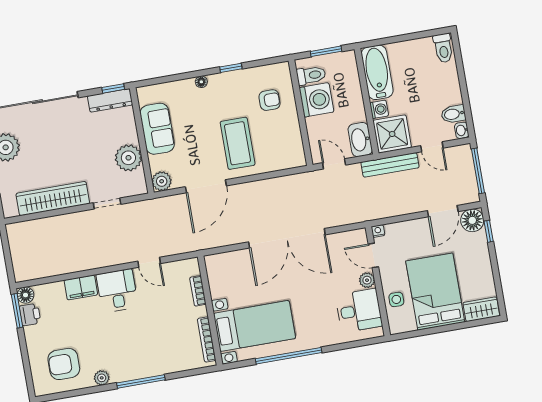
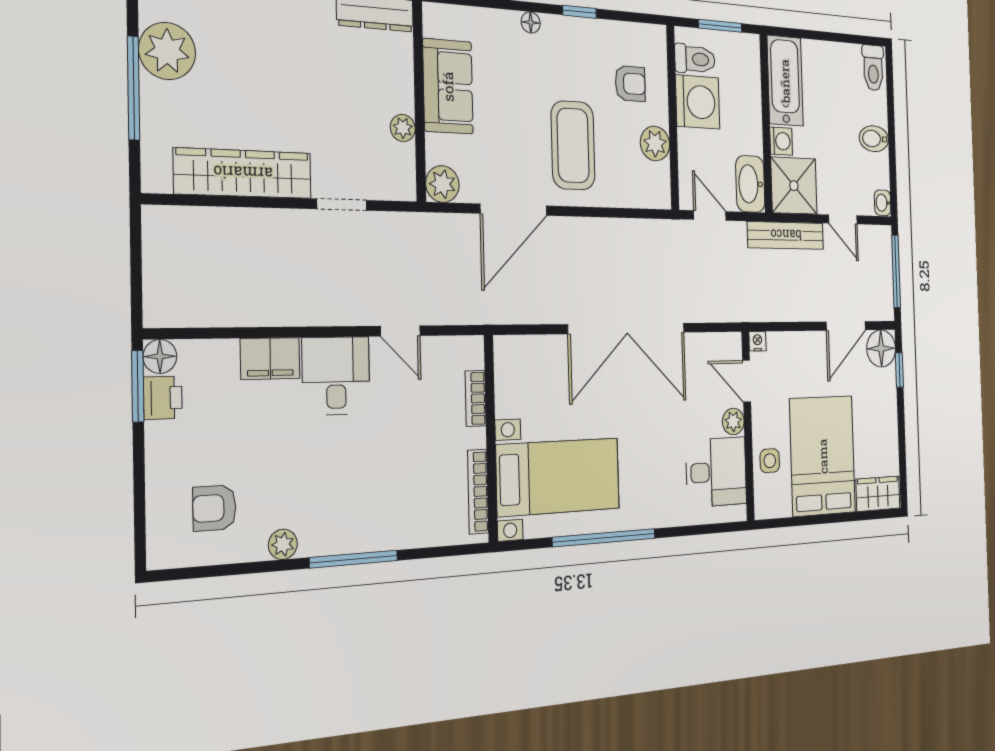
bidet: (453, 114) -> (874, 139), moved
plant: (291, 130) -> (655, 143), added
plant: (128, 158) -> (403, 128), width x0.53, depth x0.53
armchair: (64, 364) -> (214, 508), width x0.72, depth x0.72

